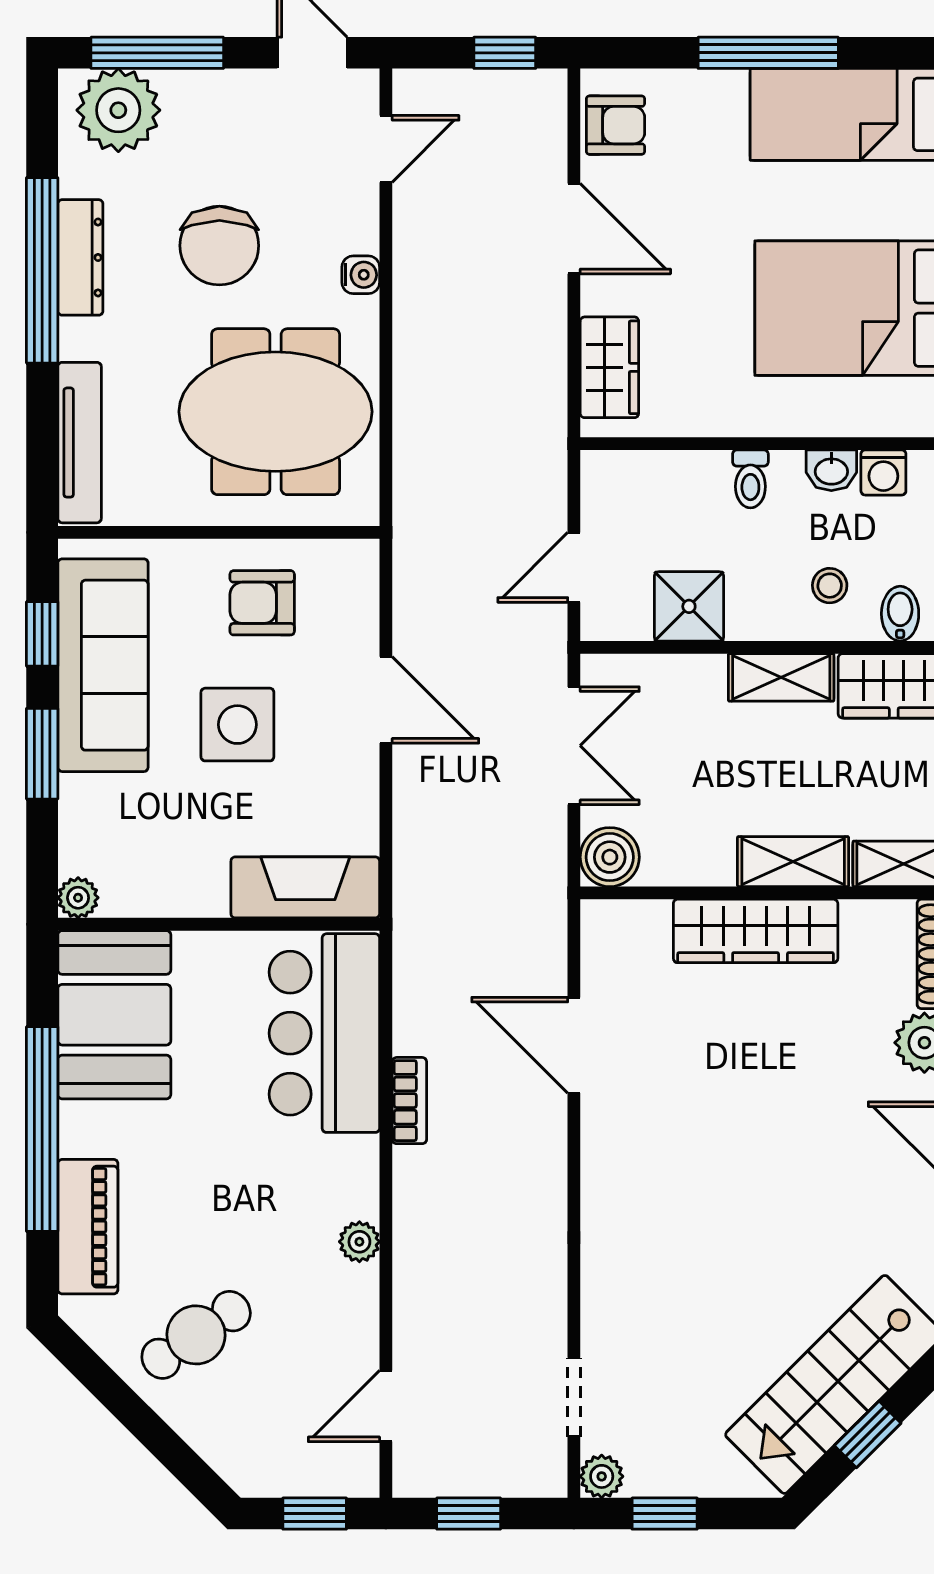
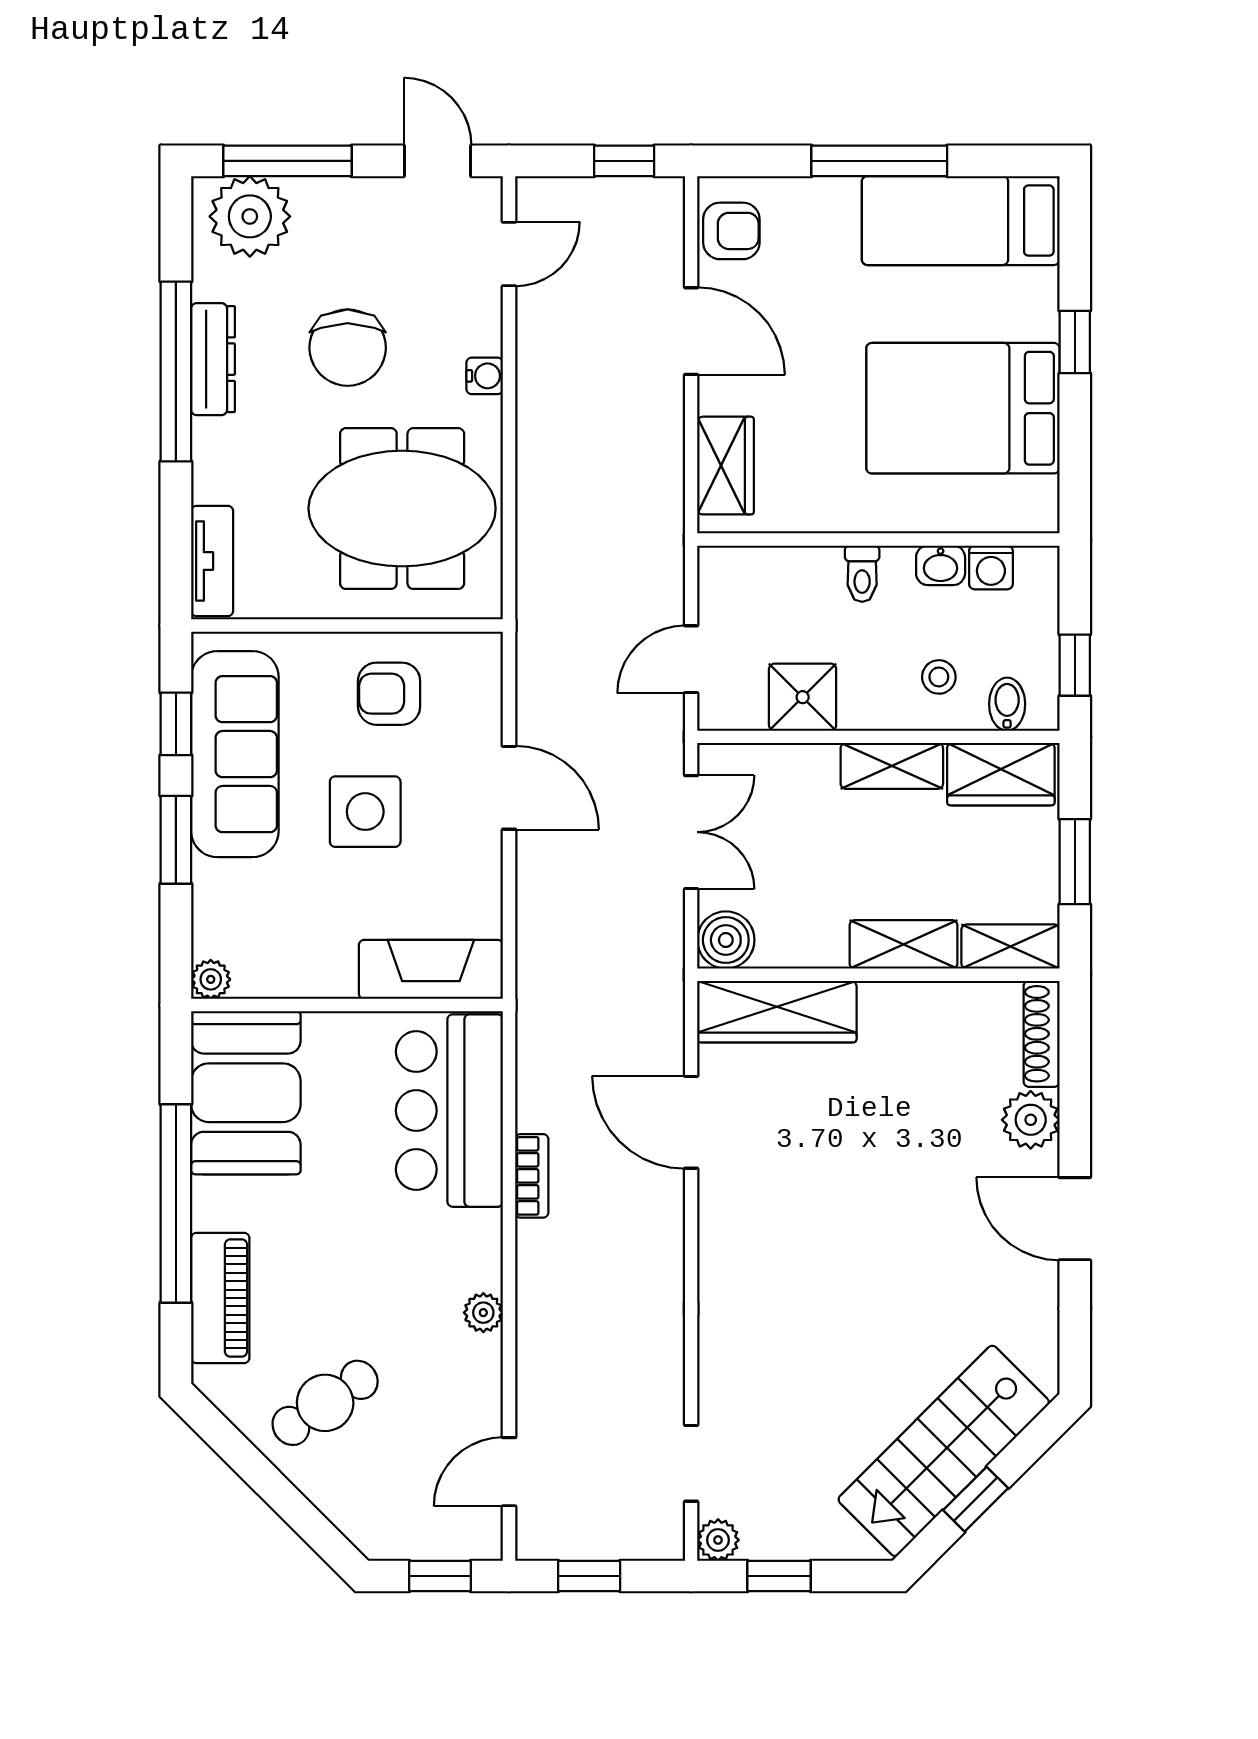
tv unit: (80, 443) -> (212, 561), width x0.71
wardrobe: (756, 931) -> (777, 1012), moved

